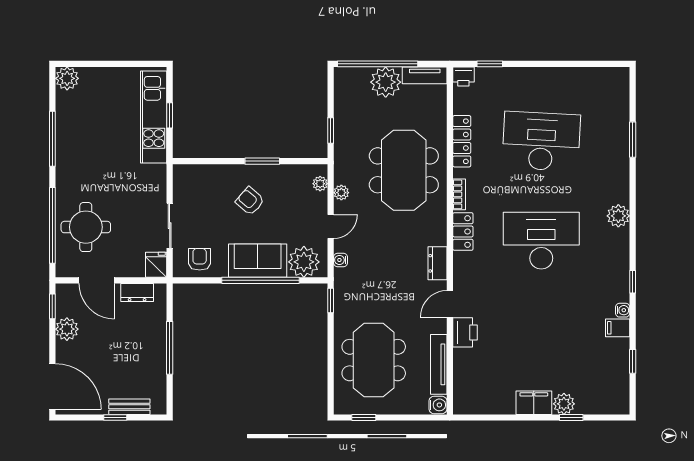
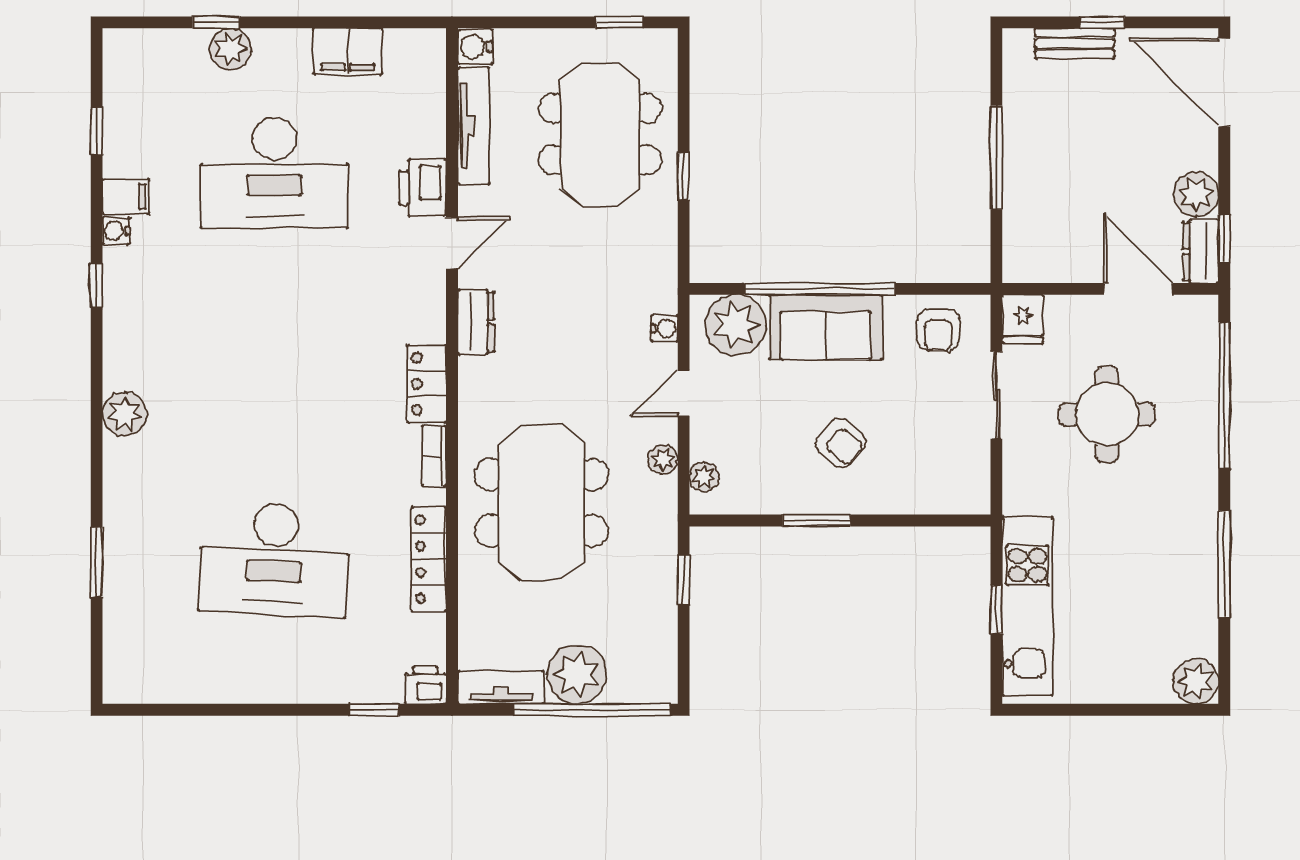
round table: (86, 227) -> (1107, 414), moved
desk: (541, 241) -> (274, 173), moved
dresser: (137, 293) -> (1201, 251), moved, turned -90
window: (331, 301) -> (684, 176), moved
filing cabinet: (534, 403) -> (348, 51), moved

